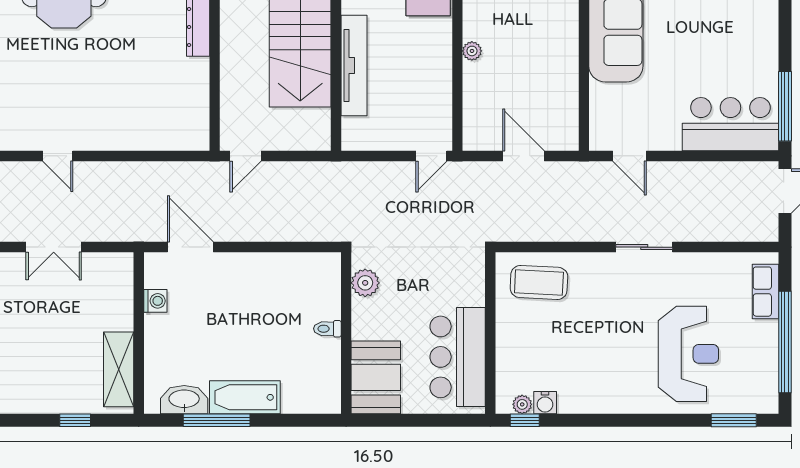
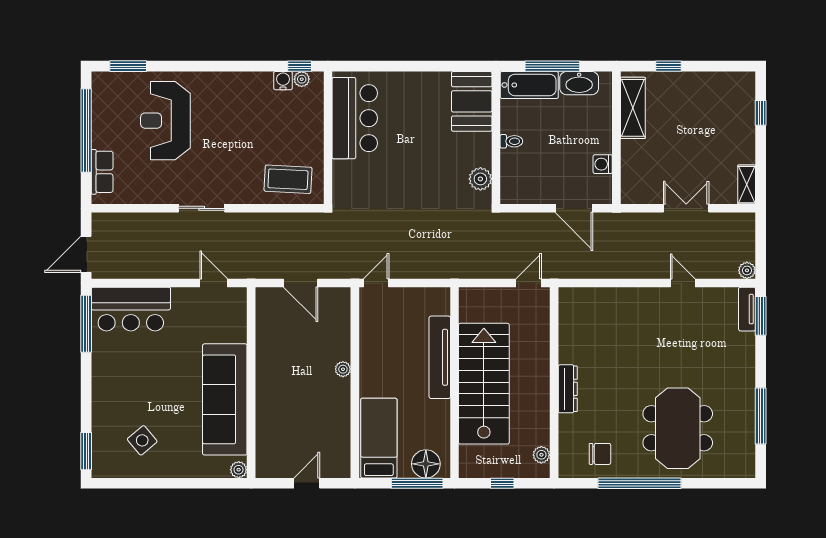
plant: (365, 283) -> (480, 179), moved
toilet: (327, 329) -> (511, 141), moved
wall: (346, 333) -> (496, 138), moved
booth: (376, 377) -> (472, 101), moved

